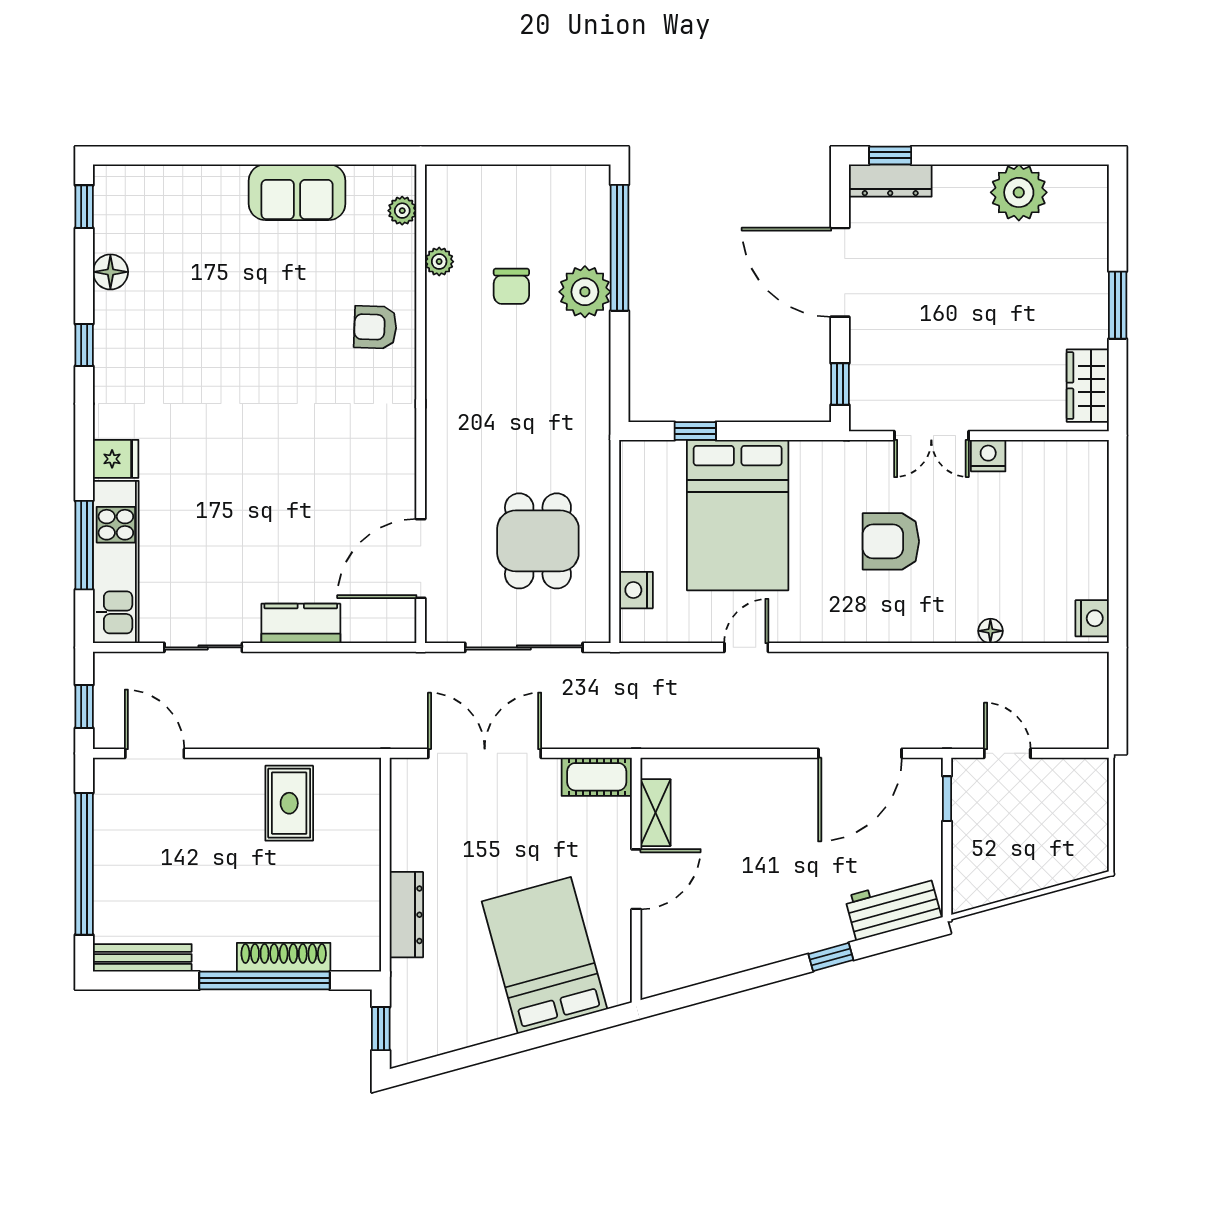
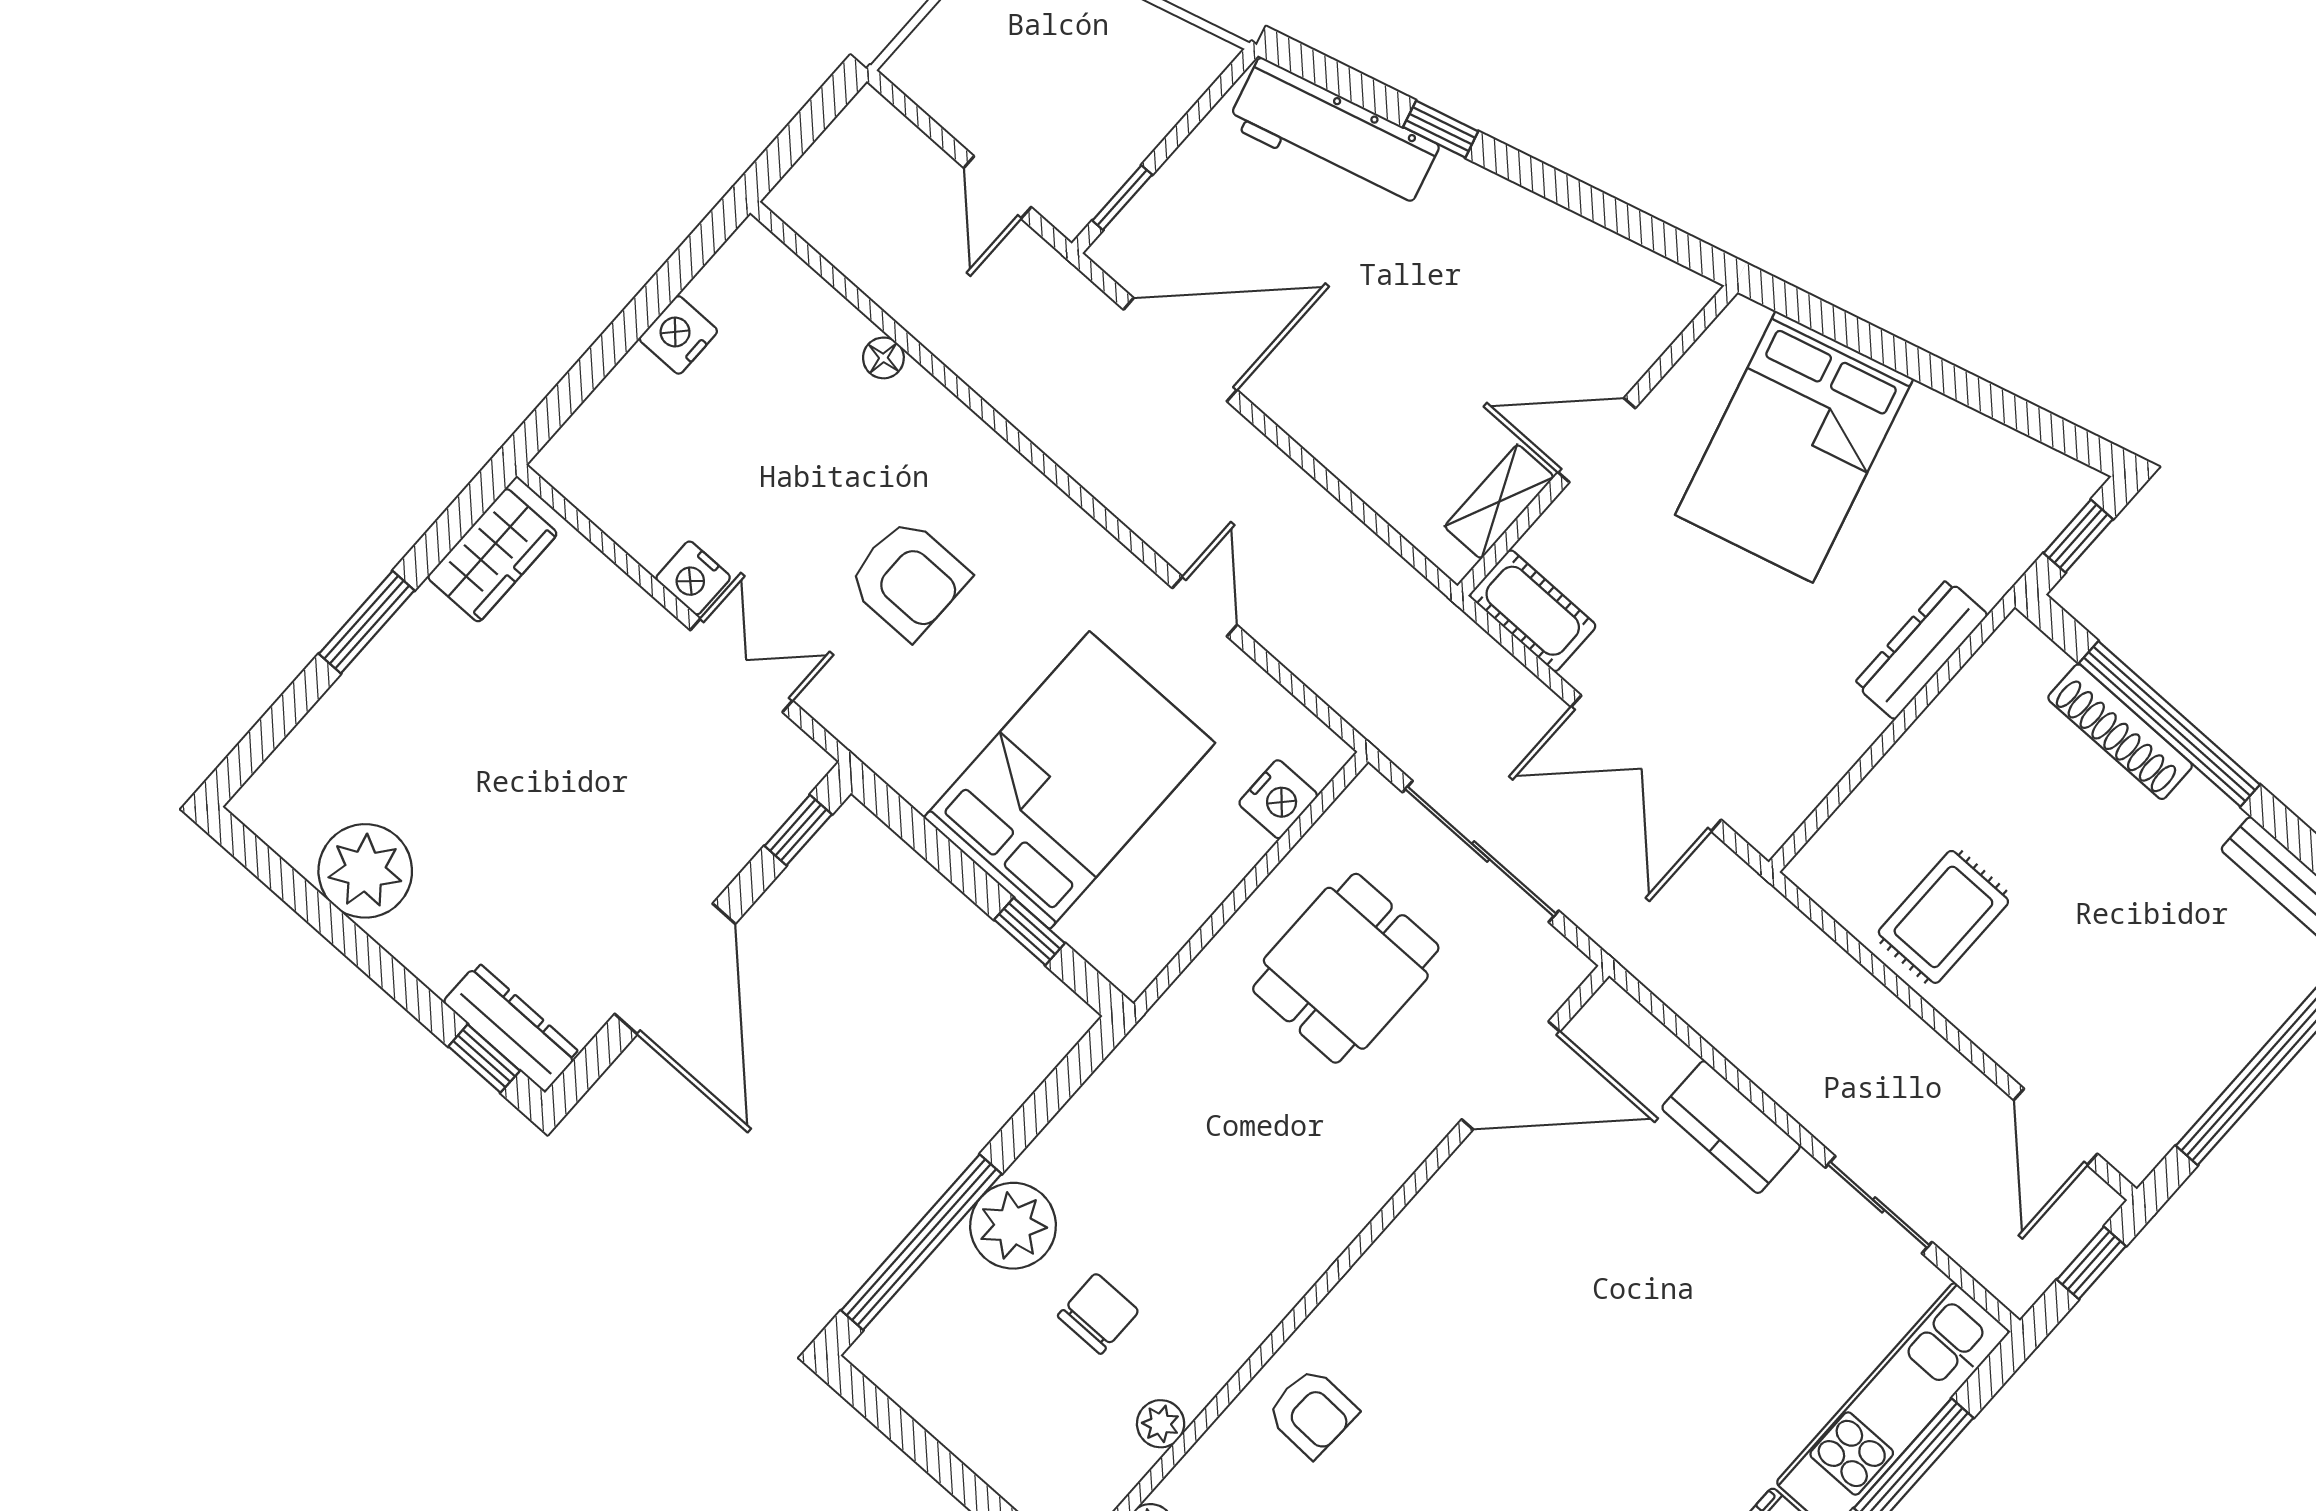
nightstand: (1092, 618) -> (678, 335), moved
door: (746, 647) -> (1205, 607), swing flipped
workbench: (893, 907) -> (1333, 135), width x1.38

